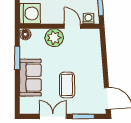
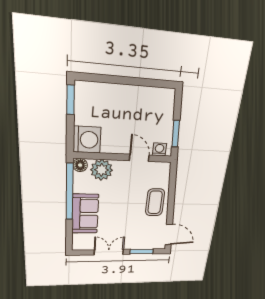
plant: (54, 38) -> (102, 170), moved
window: (17, 58) -> (70, 192), width x2.11
coffee table: (67, 85) -> (155, 202), moved

